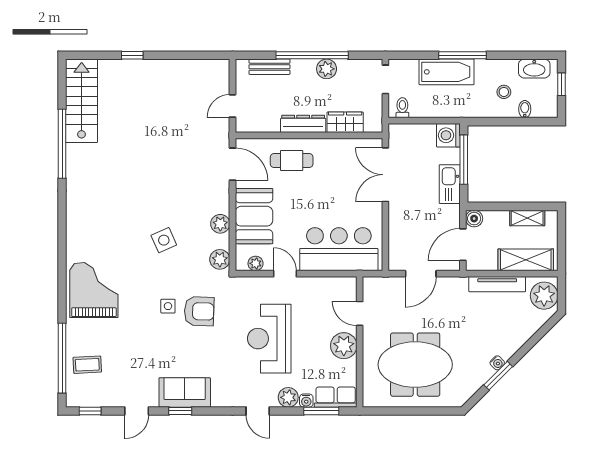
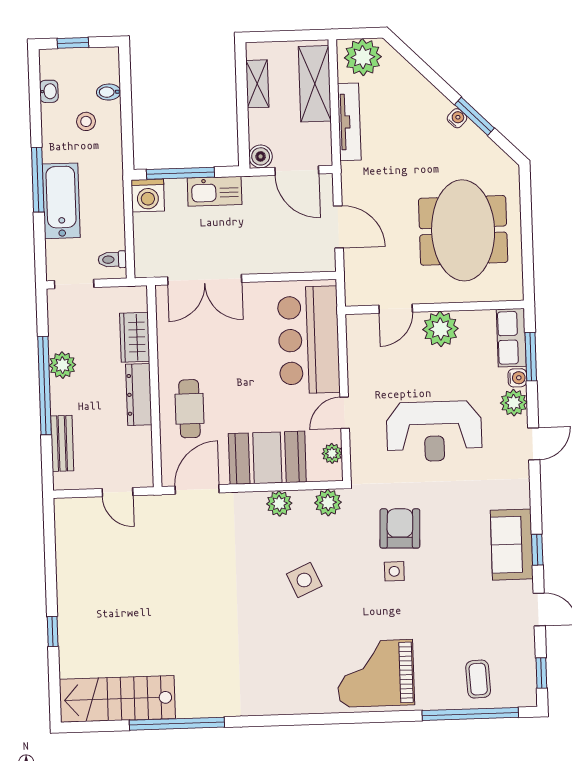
washbasin: (534, 69) -> (49, 91), width x0.52, depth x0.69

